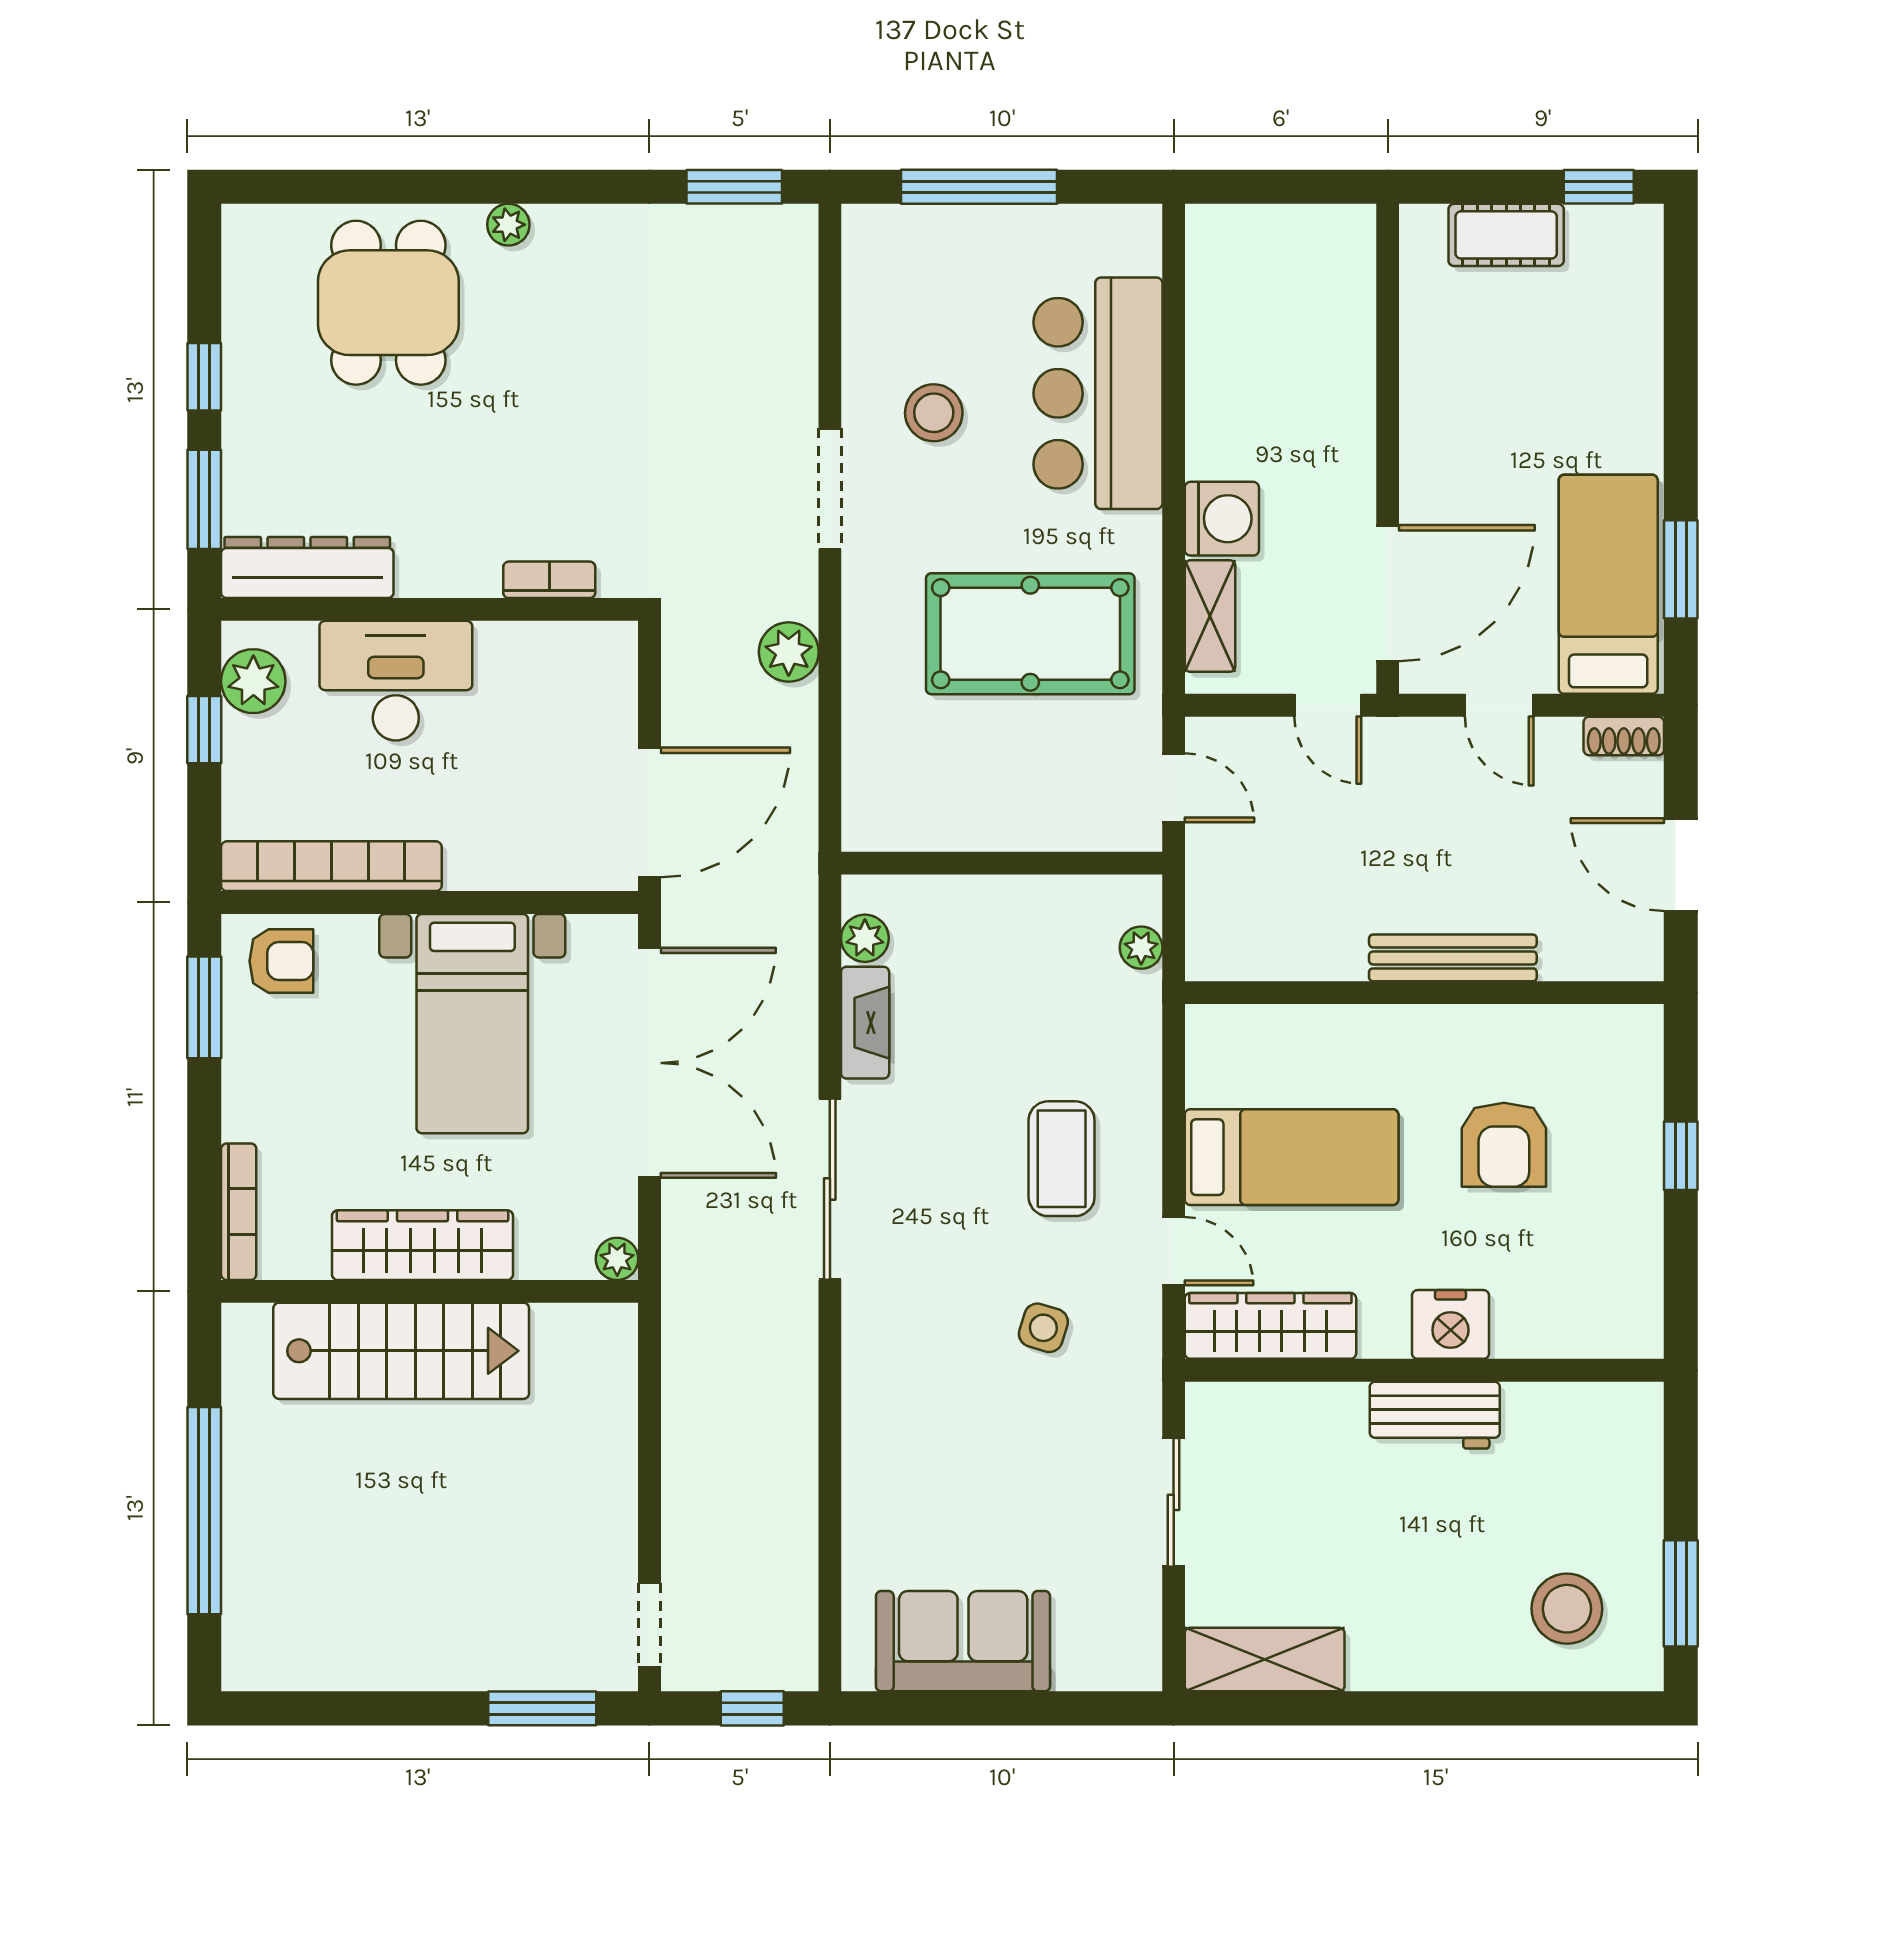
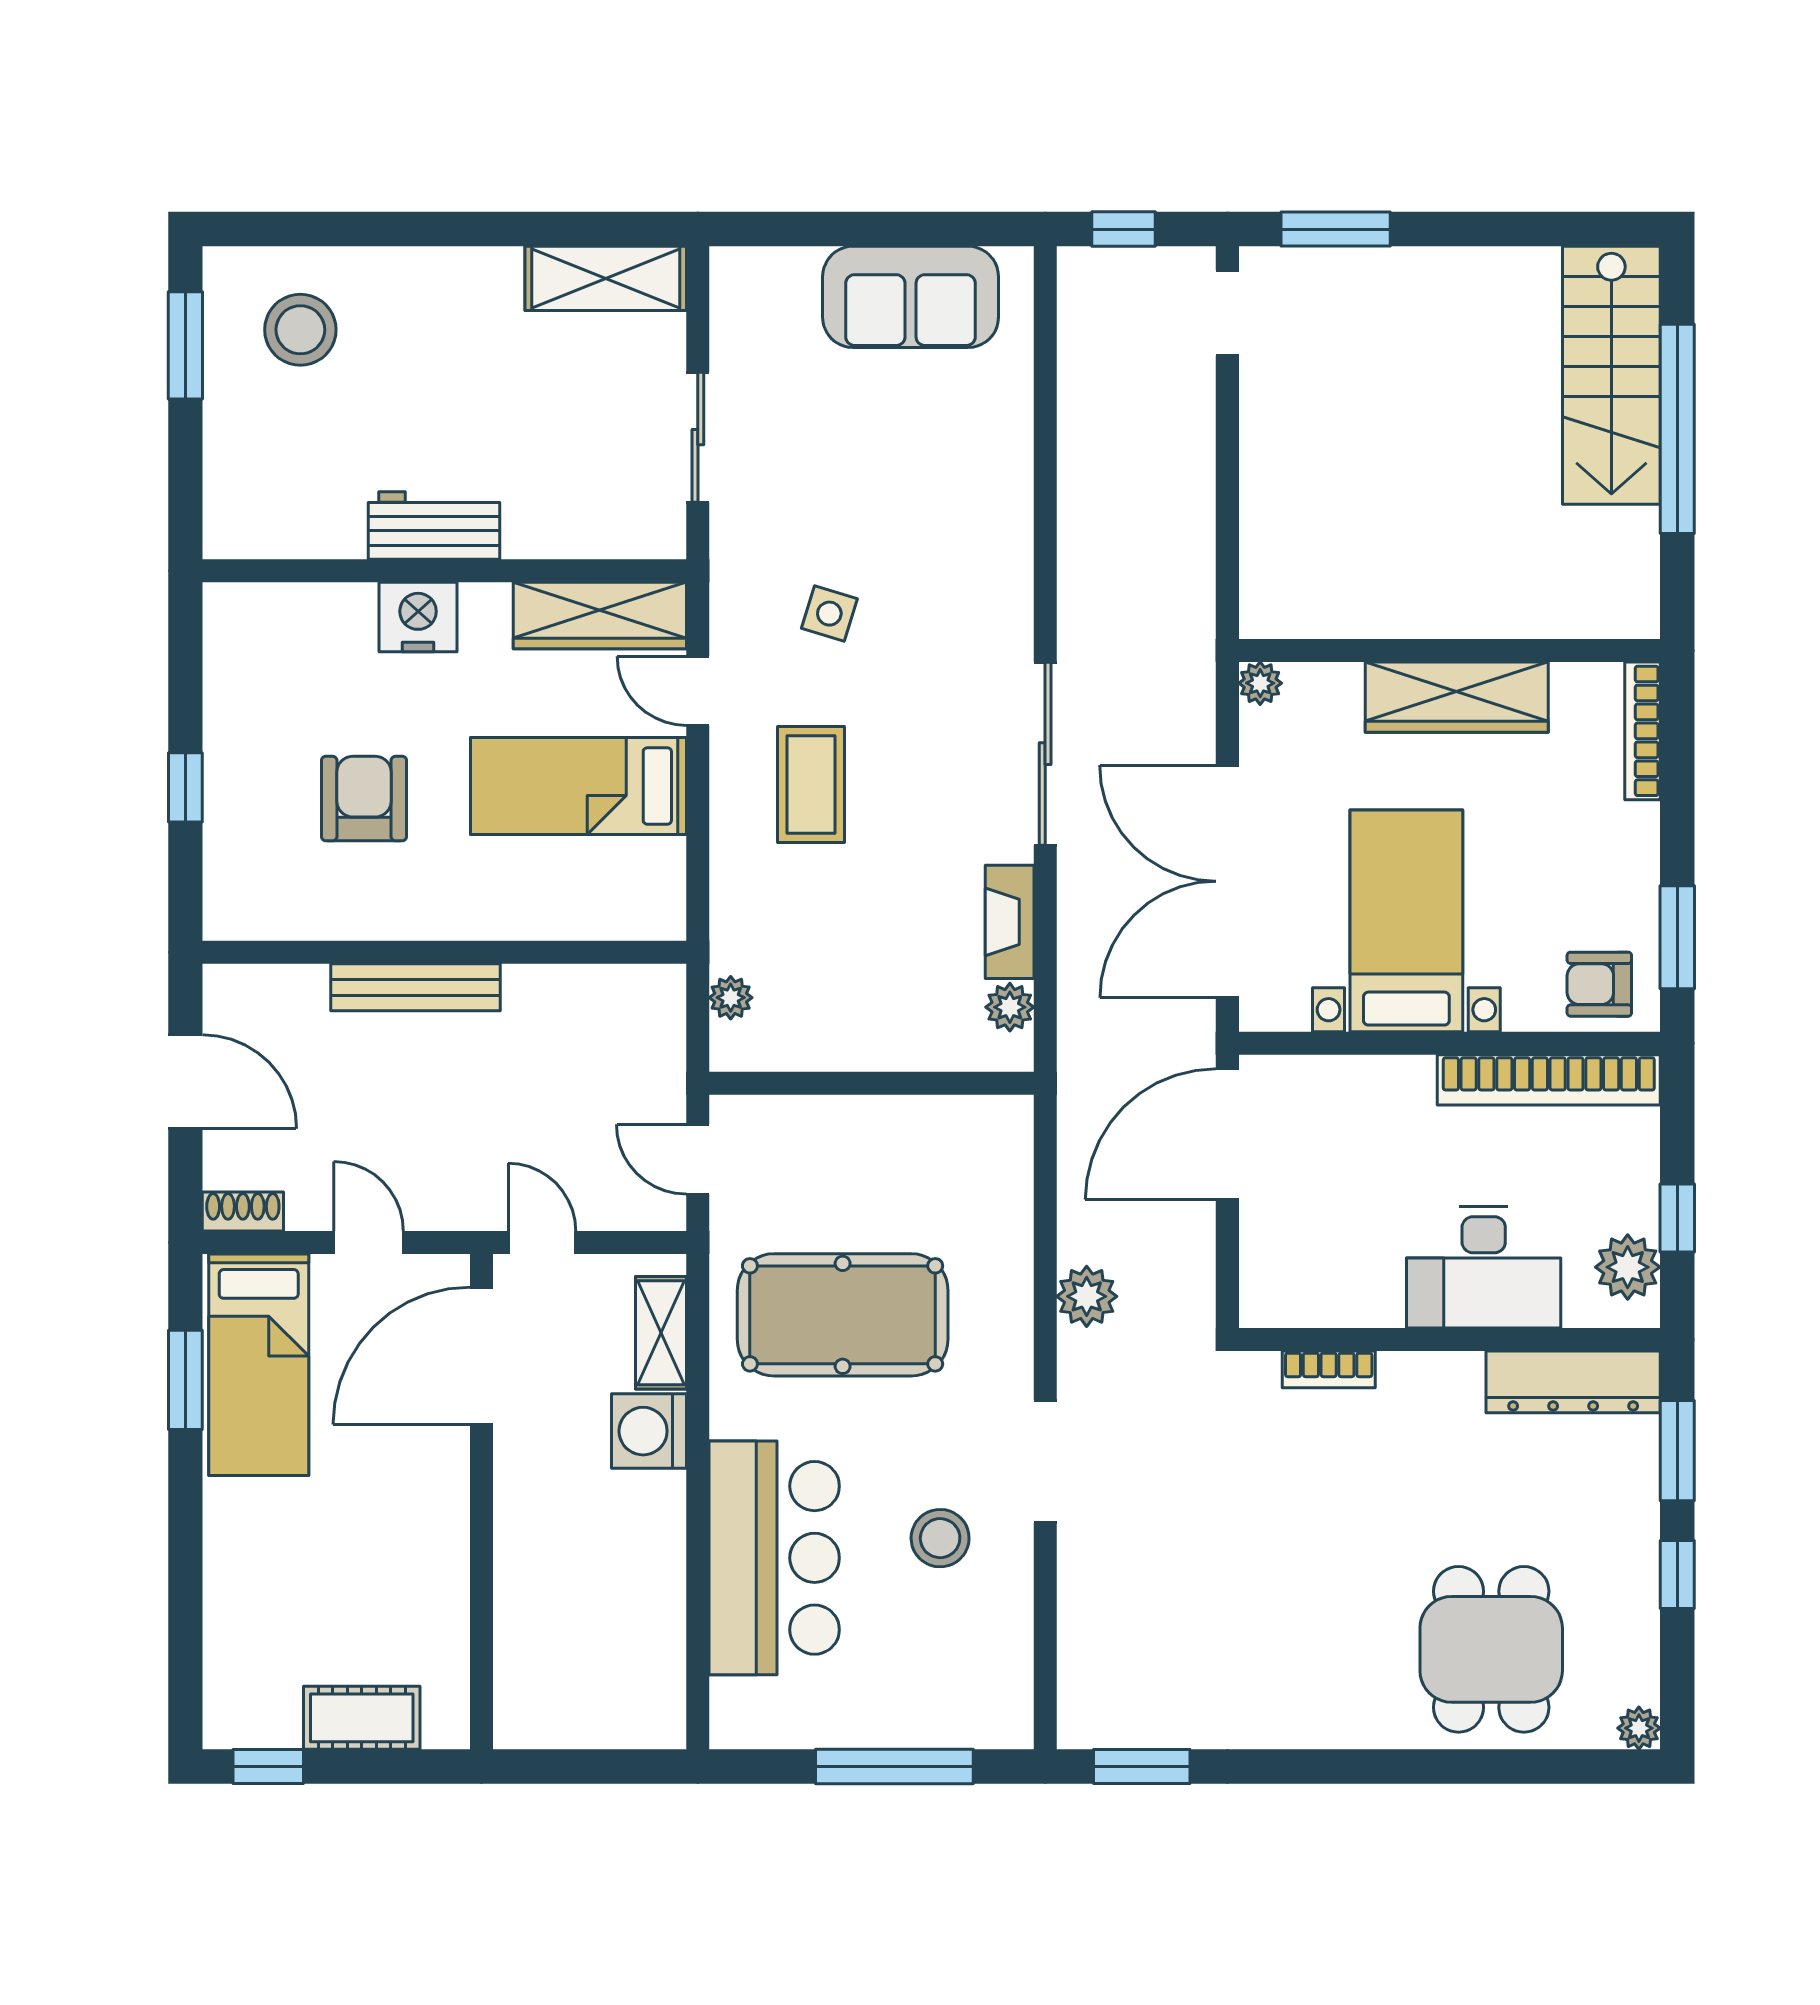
plant: (508, 225) -> (1639, 1728), moved
stairs: (401, 1351) -> (1611, 375), moved, turned -90

